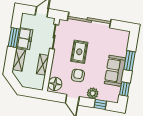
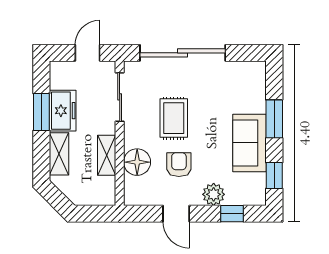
floor lamp: (55, 84) -> (137, 162), moved

